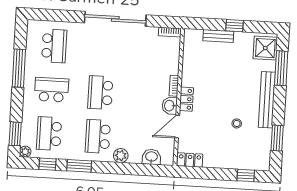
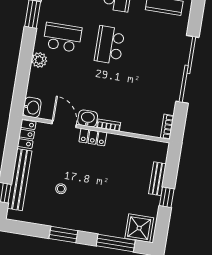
school desk: (100, 93) -> (110, 45), turned -90
bench: (267, 100) -> (20, 180), moved, turned 90
window: (277, 138) -> (63, 235), moved
washbasin: (151, 157) -> (32, 107), moved

